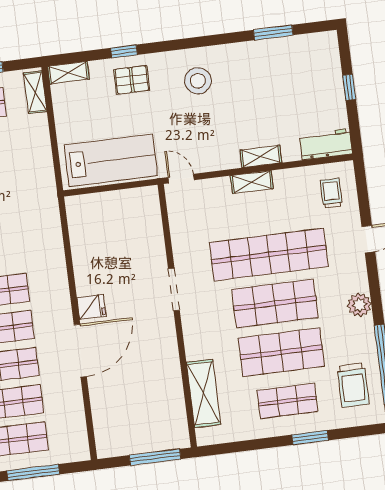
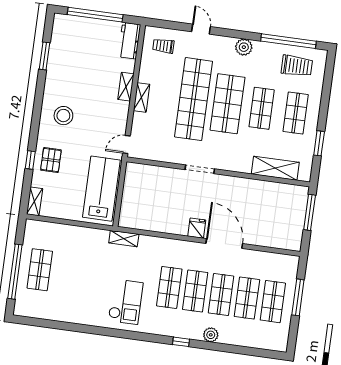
window: (349, 87) -> (95, 15), width x3.17
shelving: (35, 92) -> (124, 239), moved
shop shelf: (281, 352) -> (262, 108), width x0.70, depth x0.74
window: (310, 438) -> (319, 143), moved

